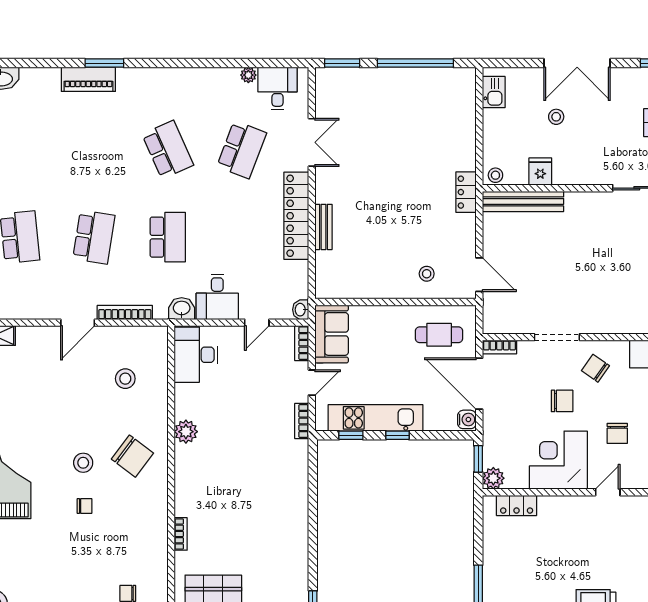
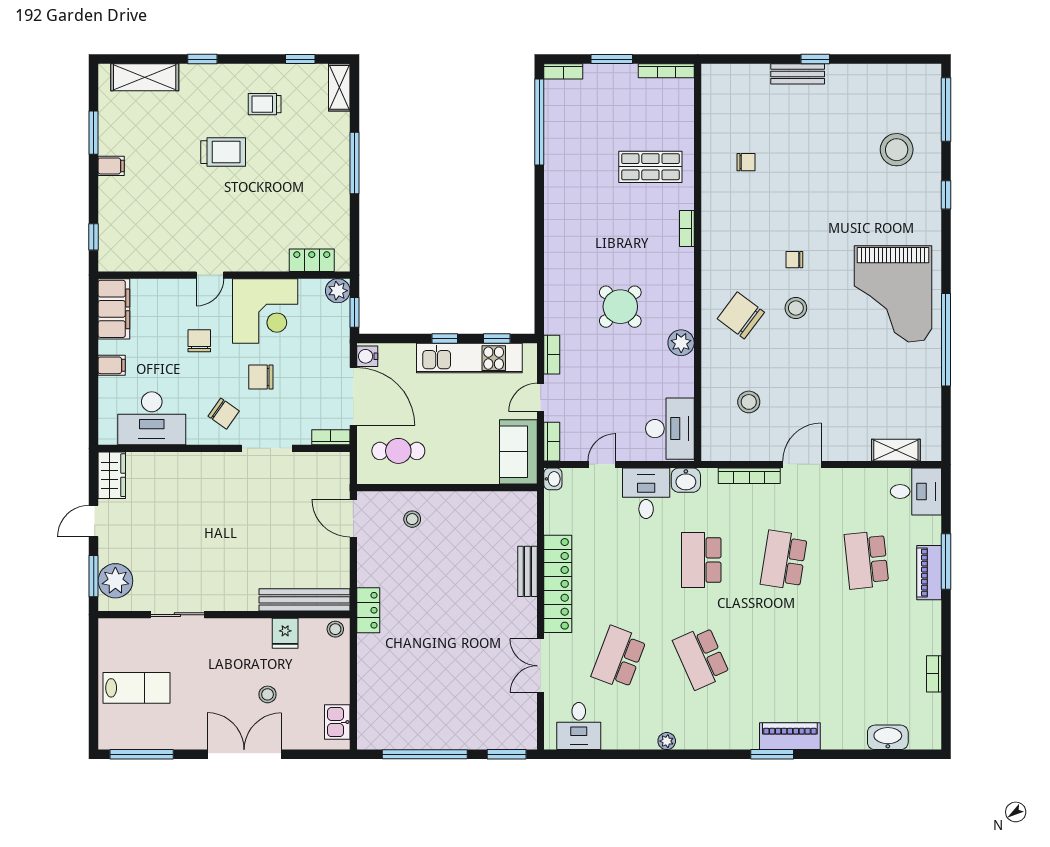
plant: (248, 75) -> (667, 741), moved
round table: (240, 464) -> (620, 307), added

